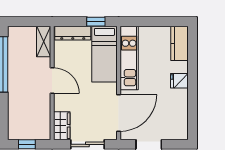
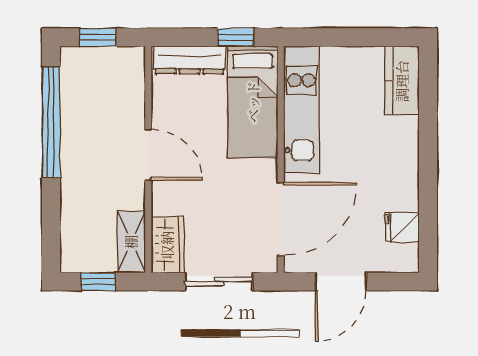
window: (27, 22) -> (98, 37), added
shelving: (44, 42) -> (131, 242), moved
fridge: (179, 81) -> (402, 227), moved

